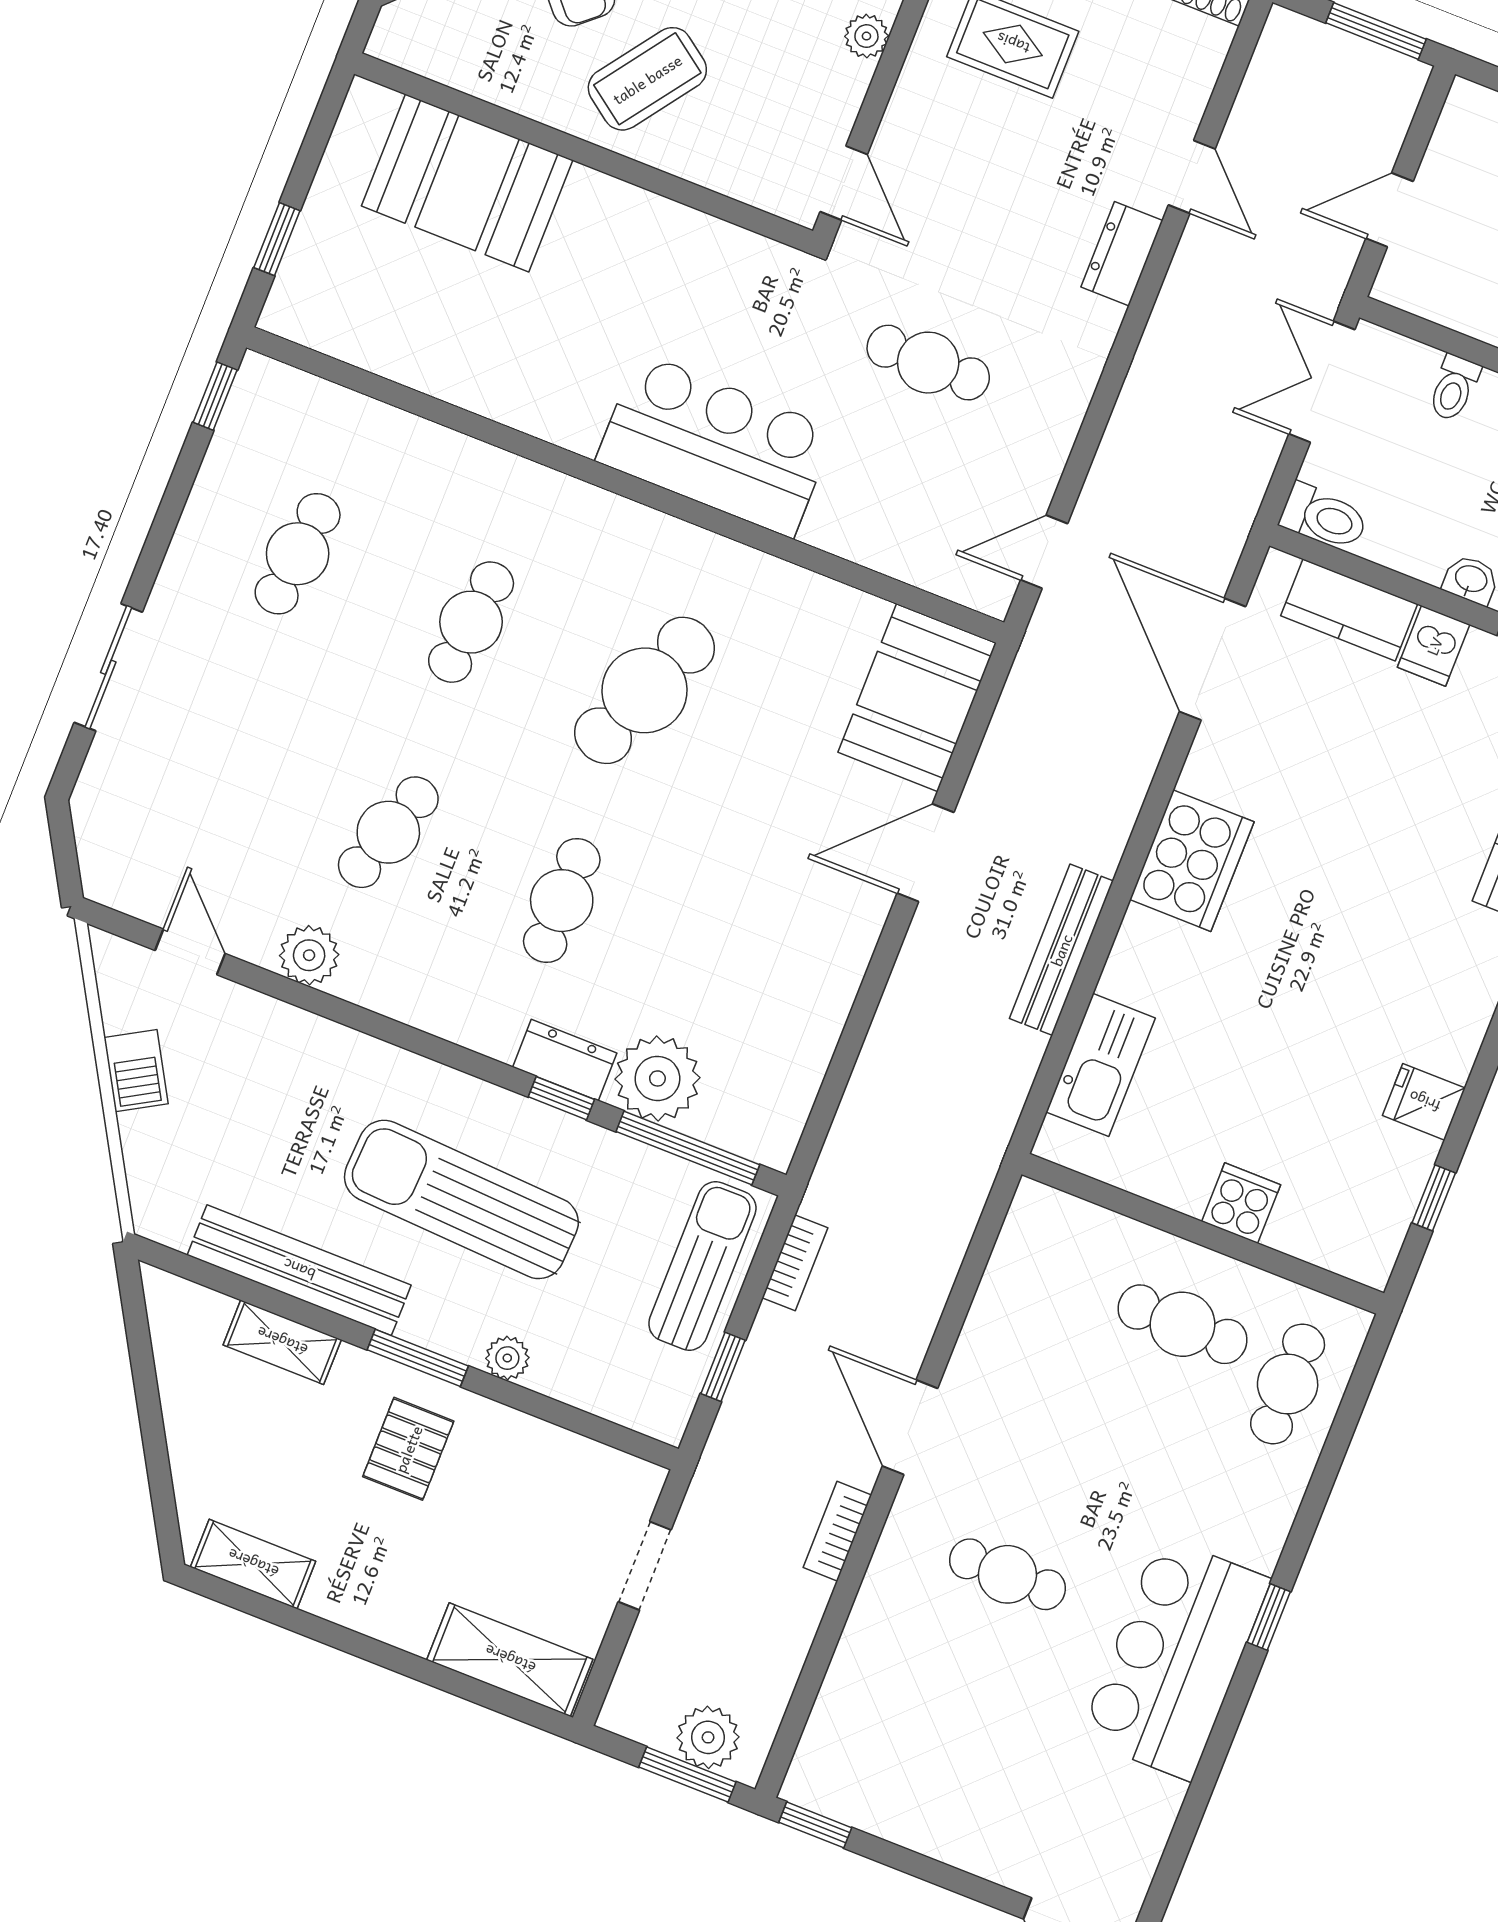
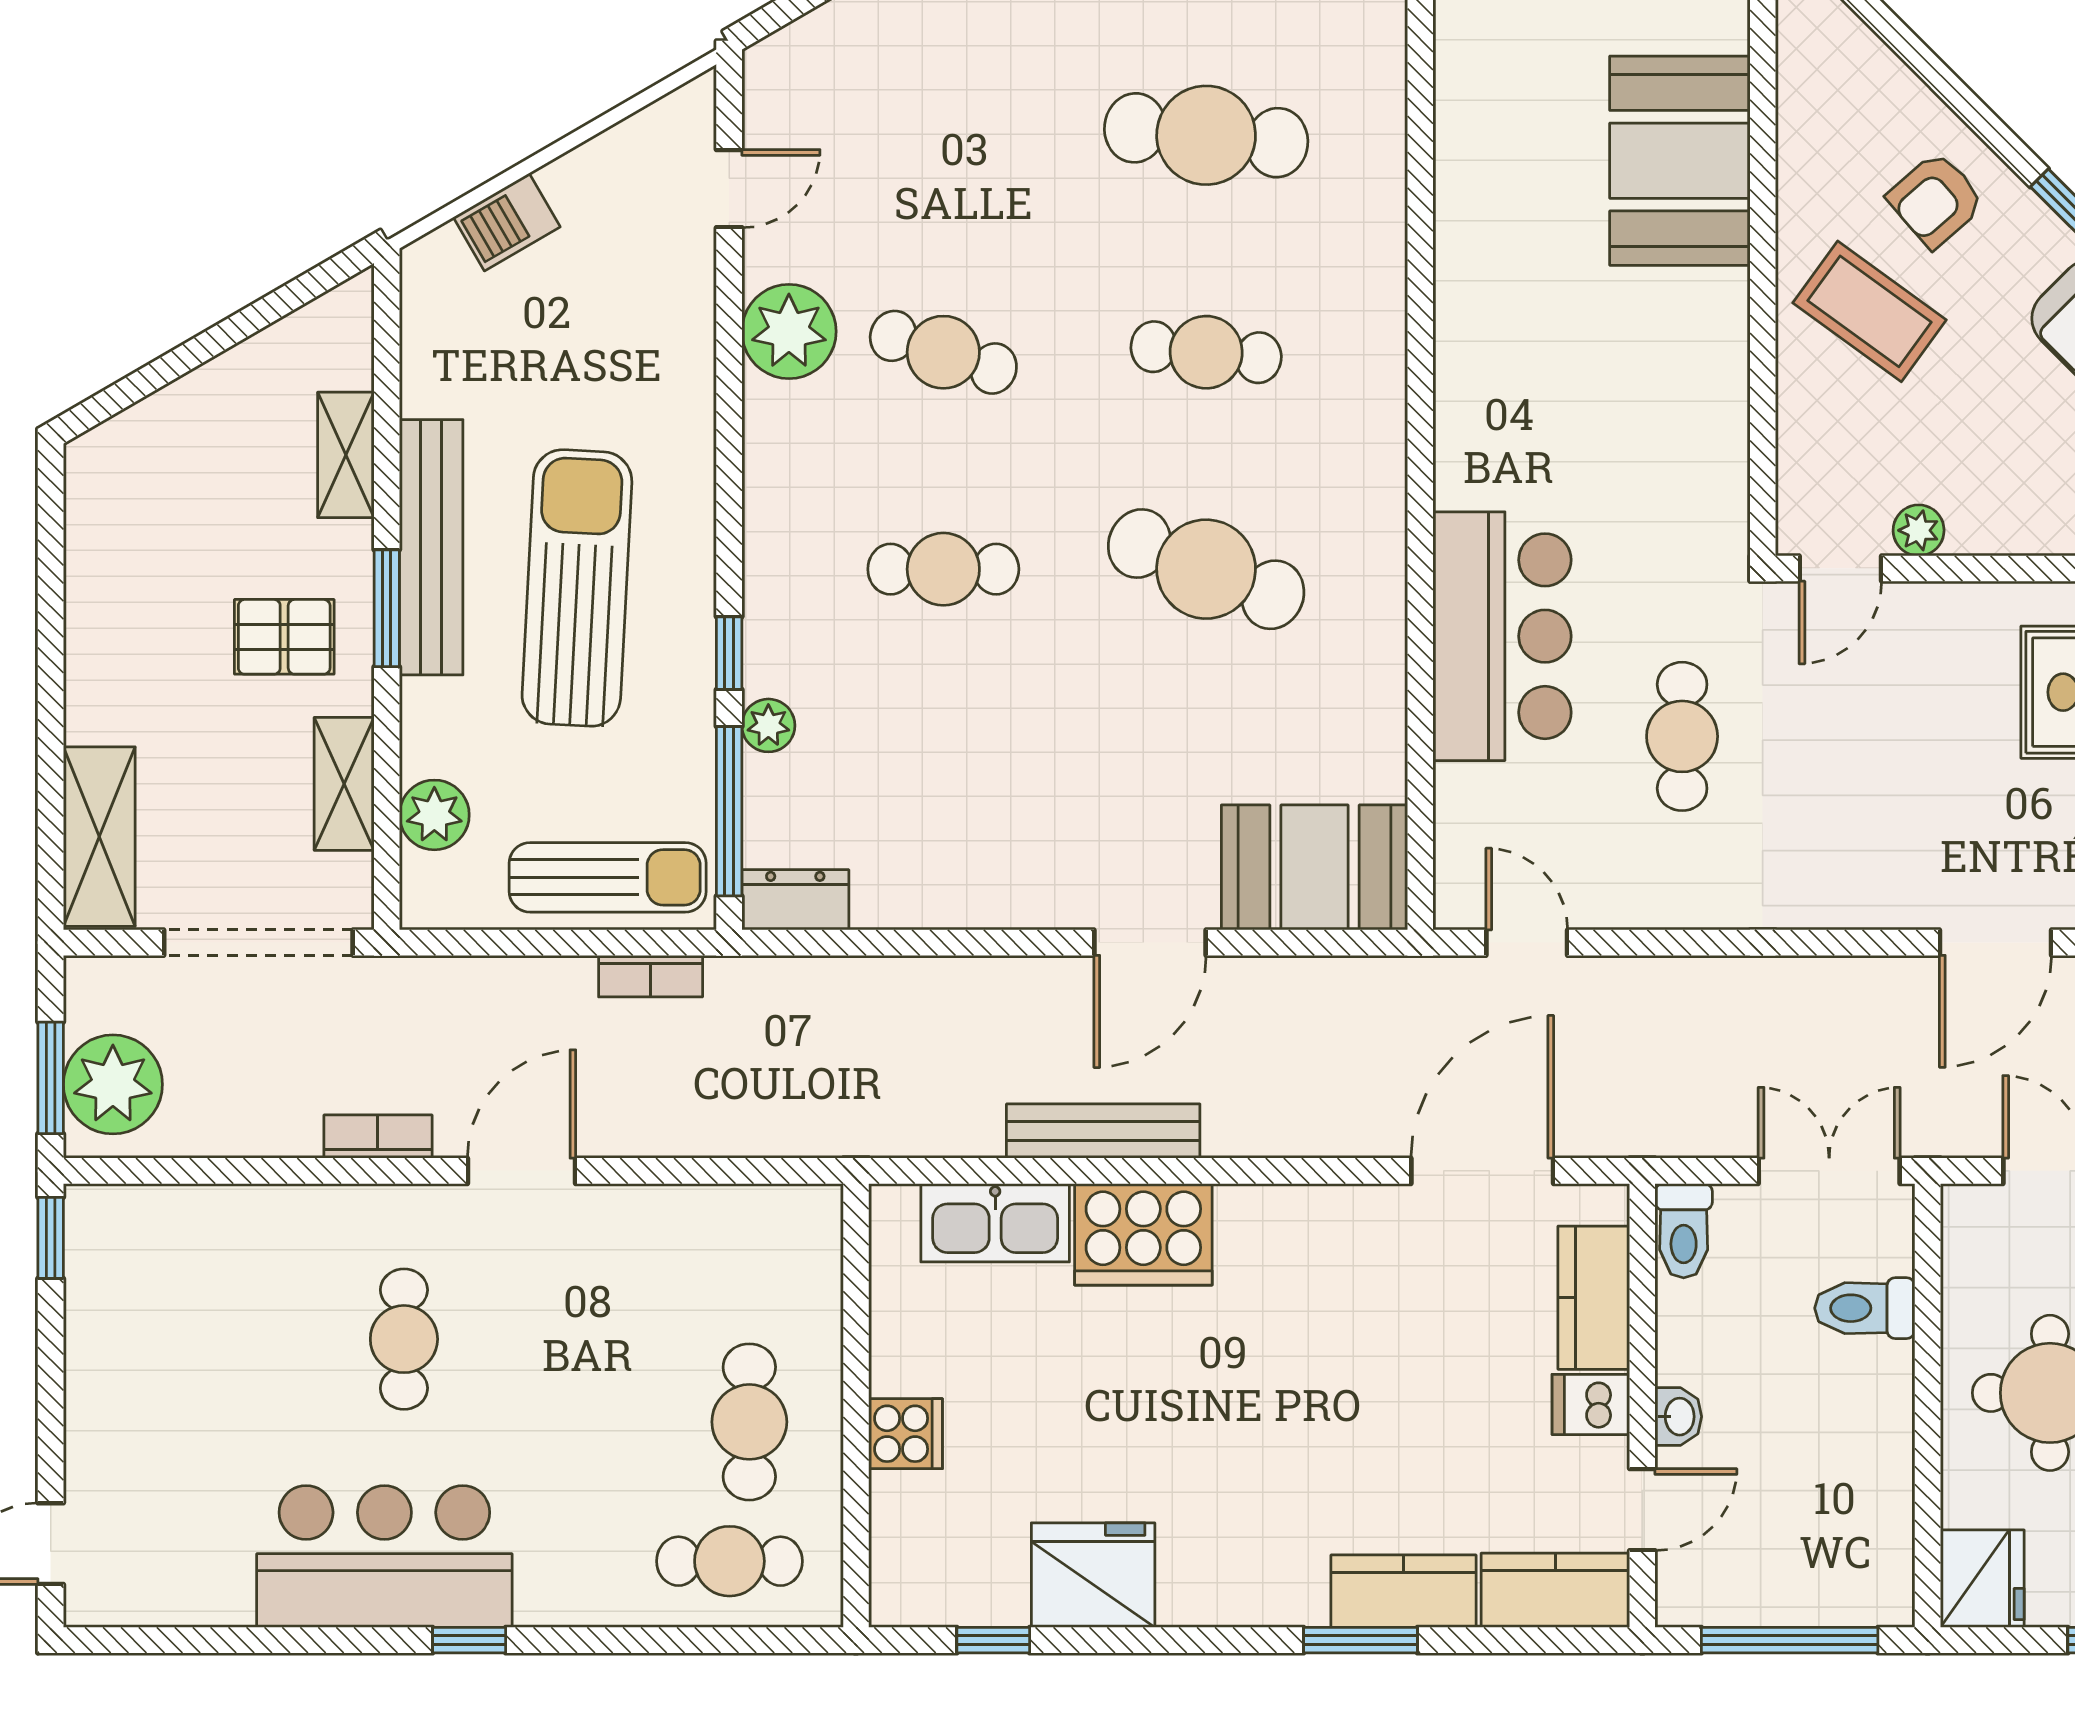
plant: (866, 36) -> (1919, 530), moved
door: (1192, 177) -> (1995, 943), width x1.38
dresser: (1122, 254) -> (1882, 900), removed
toilet: (1454, 388) -> (1865, 1308), width x1.37, depth x1.39
bar counter: (716, 445) -> (1502, 636), moved
cafe table: (298, 554) -> (1206, 135), width x1.37, depth x1.35
door: (925, 853) -> (1150, 943), swing flipped
cooker: (1192, 861) -> (1143, 1234), moved
plant: (309, 955) -> (789, 331), width x1.36, depth x1.36
dresser: (565, 1060) -> (795, 900), moved, turned -90
barbecue: (136, 1071) -> (507, 222), moved
plant: (657, 1078) -> (768, 725), width x0.53, depth x0.53
fridge: (1424, 1102) -> (1093, 1575), width x1.88, depth x1.34
bench: (299, 1270) -> (431, 547), moved
plant: (507, 1358) -> (434, 815), moved, width x1.38, depth x1.38
window: (723, 1367) -> (507, 943), removed
shelving: (253, 1564) -> (344, 784), moved
doorway: (645, 1566) -> (258, 943), width x1.87
plant: (708, 1737) -> (113, 1084), width x1.36, depth x1.36

